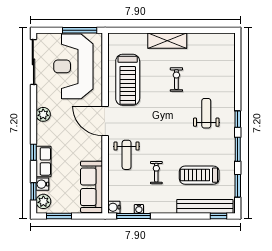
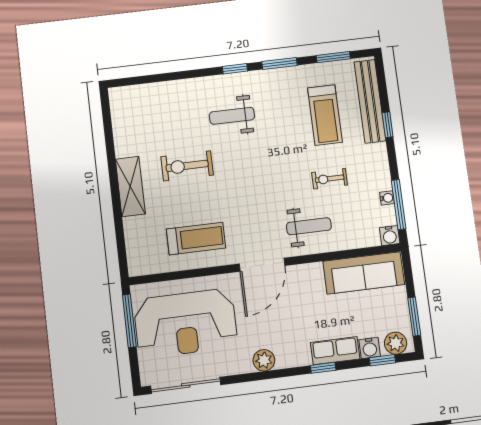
treadmill: (128, 80) -> (196, 239), width x0.73, depth x0.73
exercise bike: (176, 80) -> (187, 166), width x1.38, depth x1.39
window: (219, 216) -> (388, 125), moved

